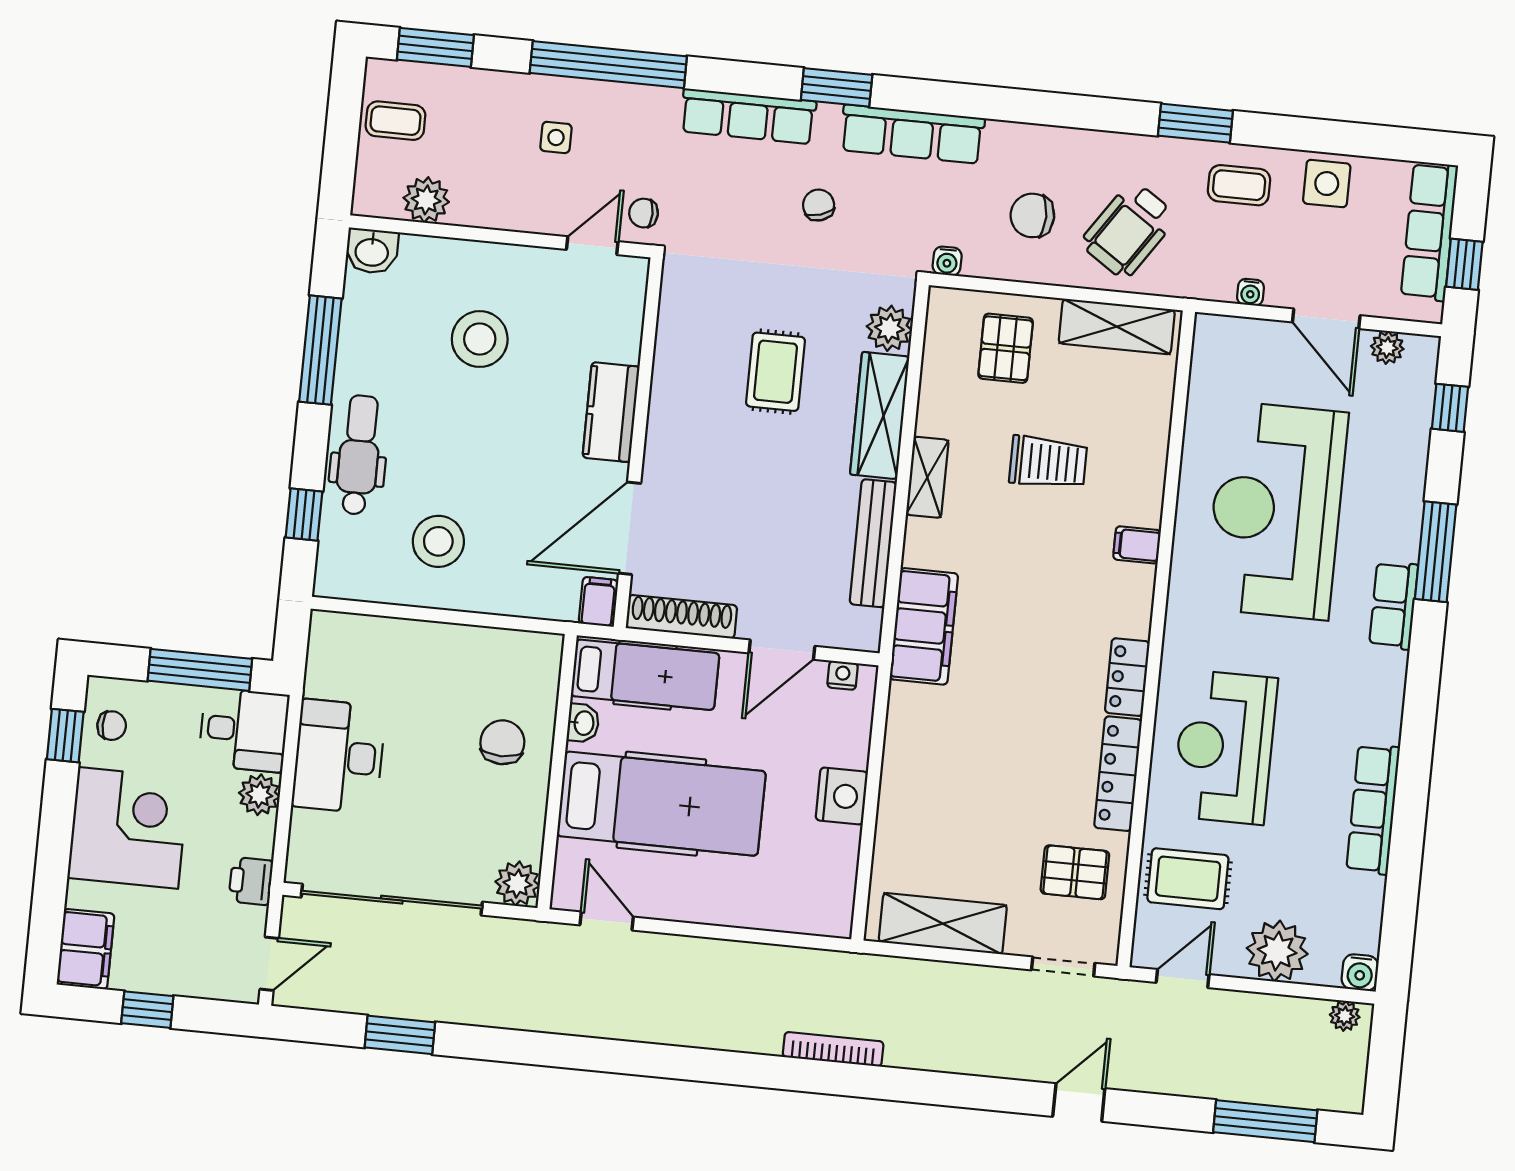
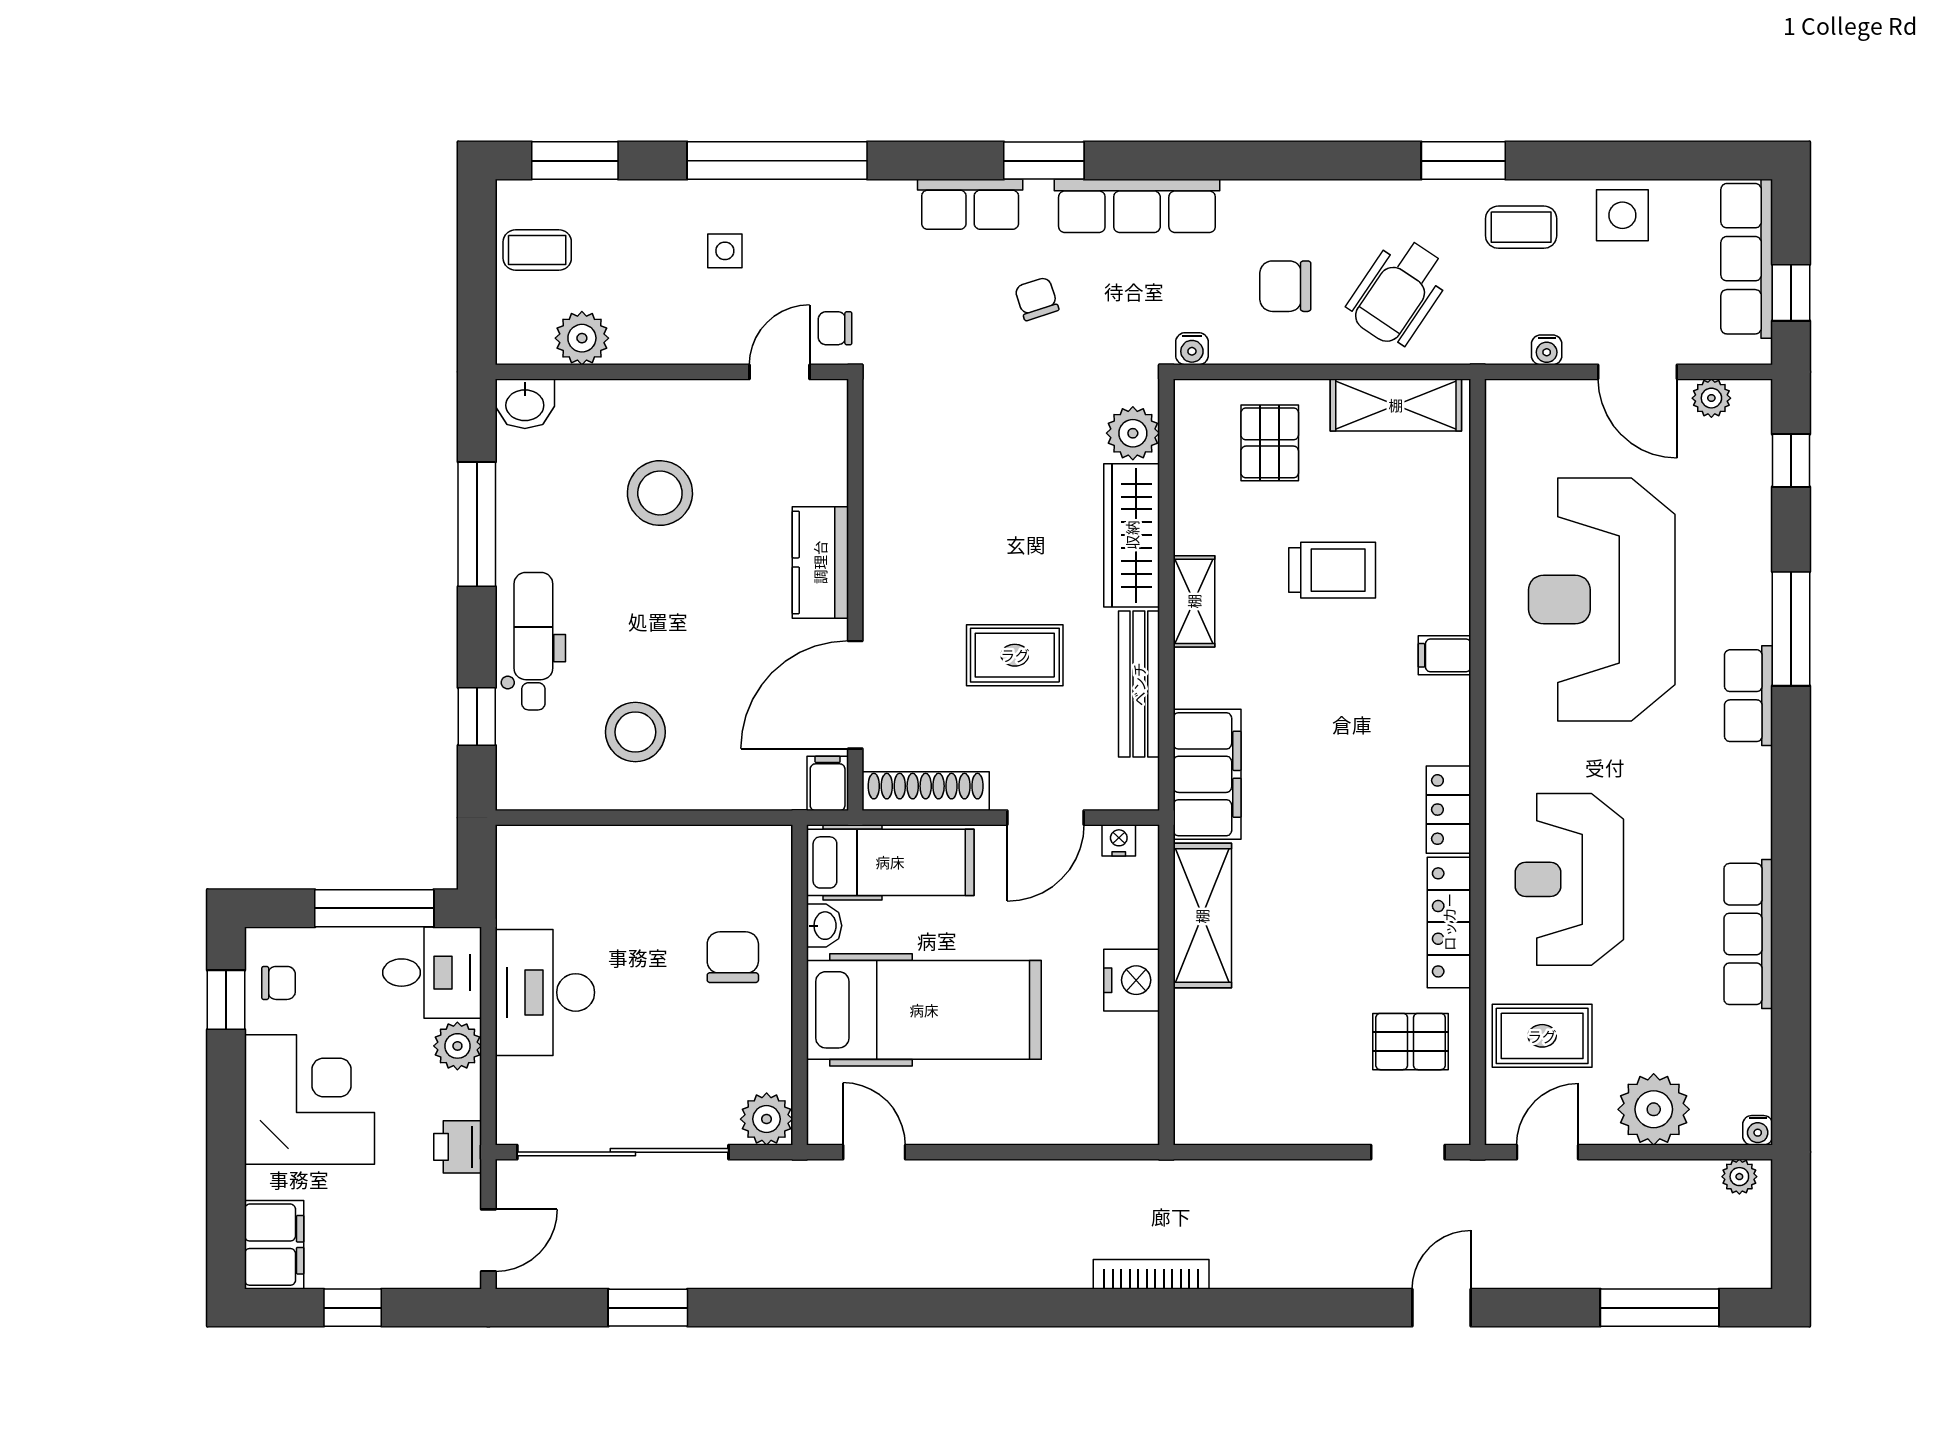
row of seats: (748, 116) -> (970, 204), width x0.68
rug: (776, 372) -> (1015, 655), moved, turned 90
shelving: (943, 924) -> (1202, 916), moved, turned 90
water cooler: (1360, 973) -> (1758, 1130), width x0.72, depth x0.72

